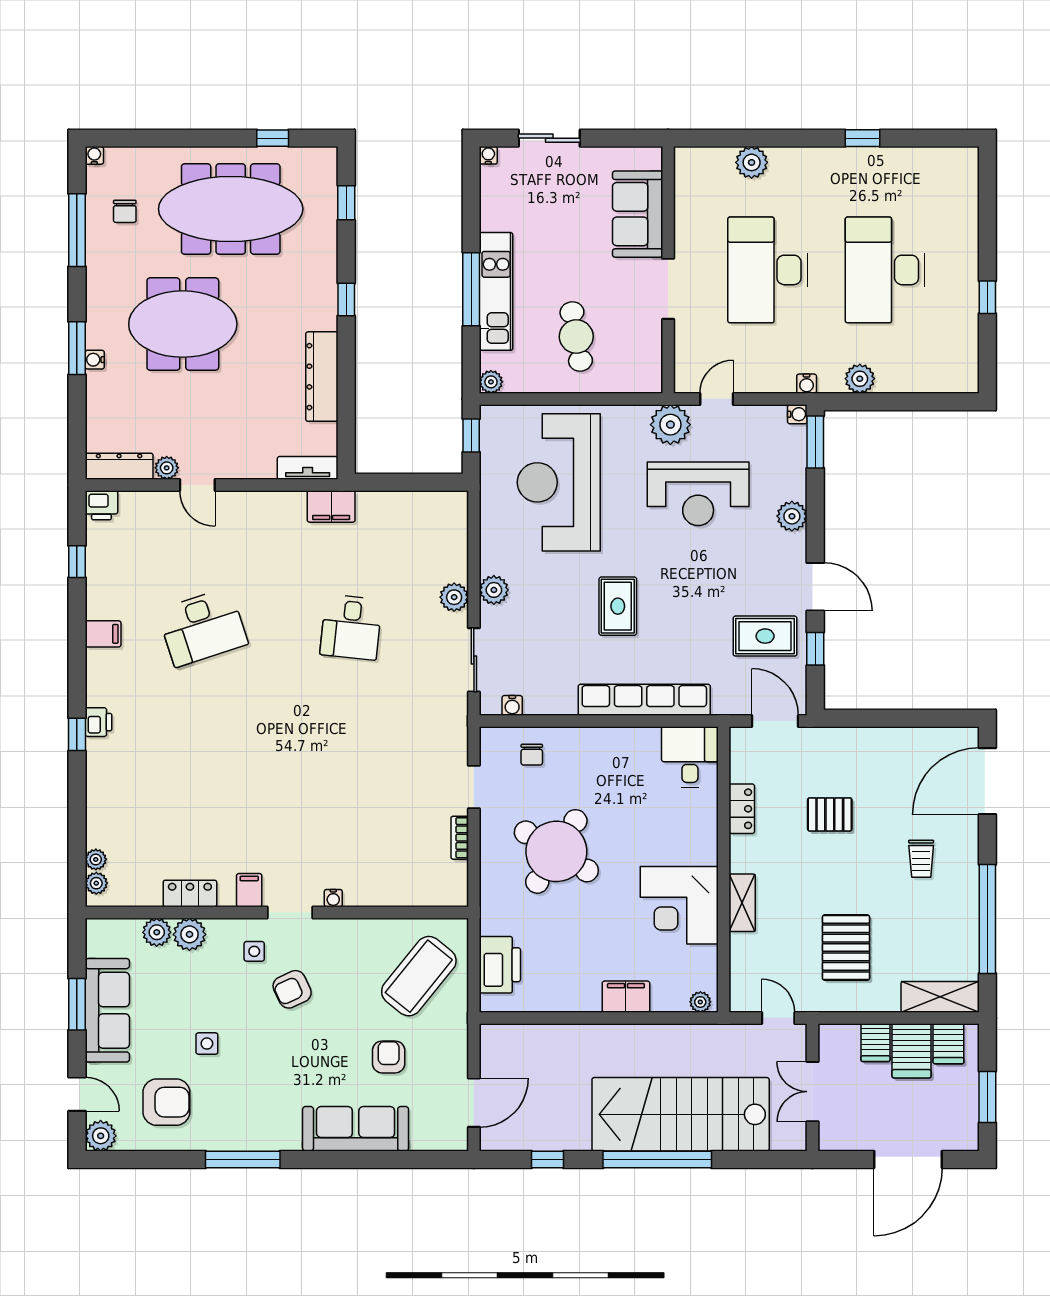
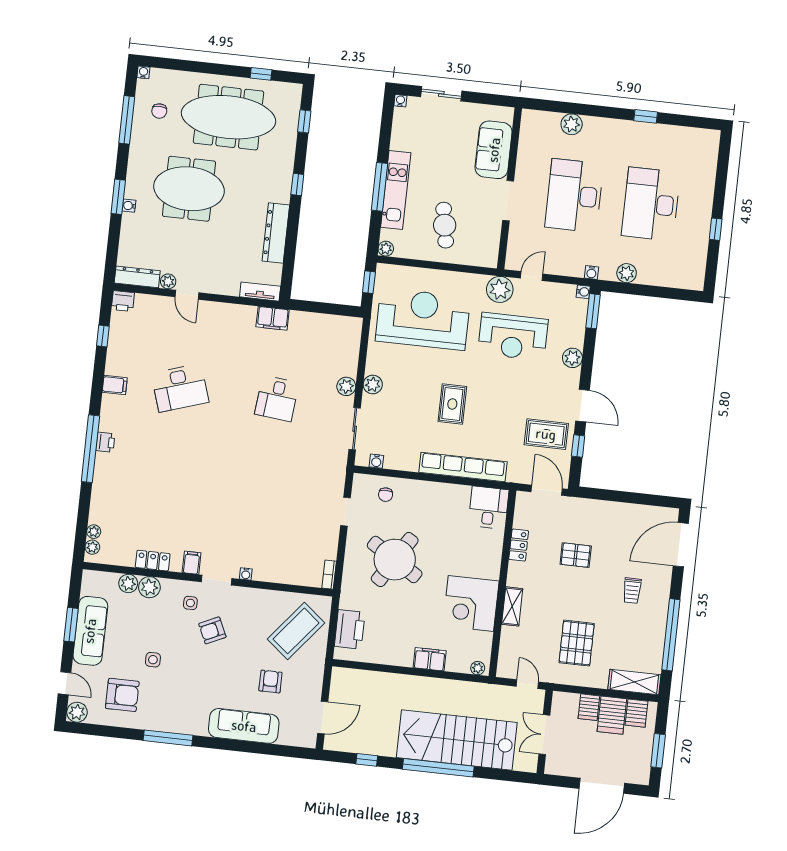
reception desk: (559, 482) -> (423, 319), turned 90
window: (77, 734) -> (90, 449), width x3.17
bookcase: (460, 838) -> (329, 575), moved

